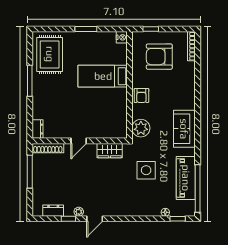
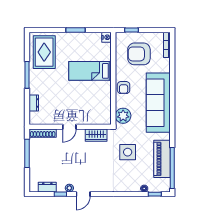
dresser: (37, 129) -> (34, 103), moved
sofa: (184, 129) -> (158, 103), width x1.85, depth x1.27

